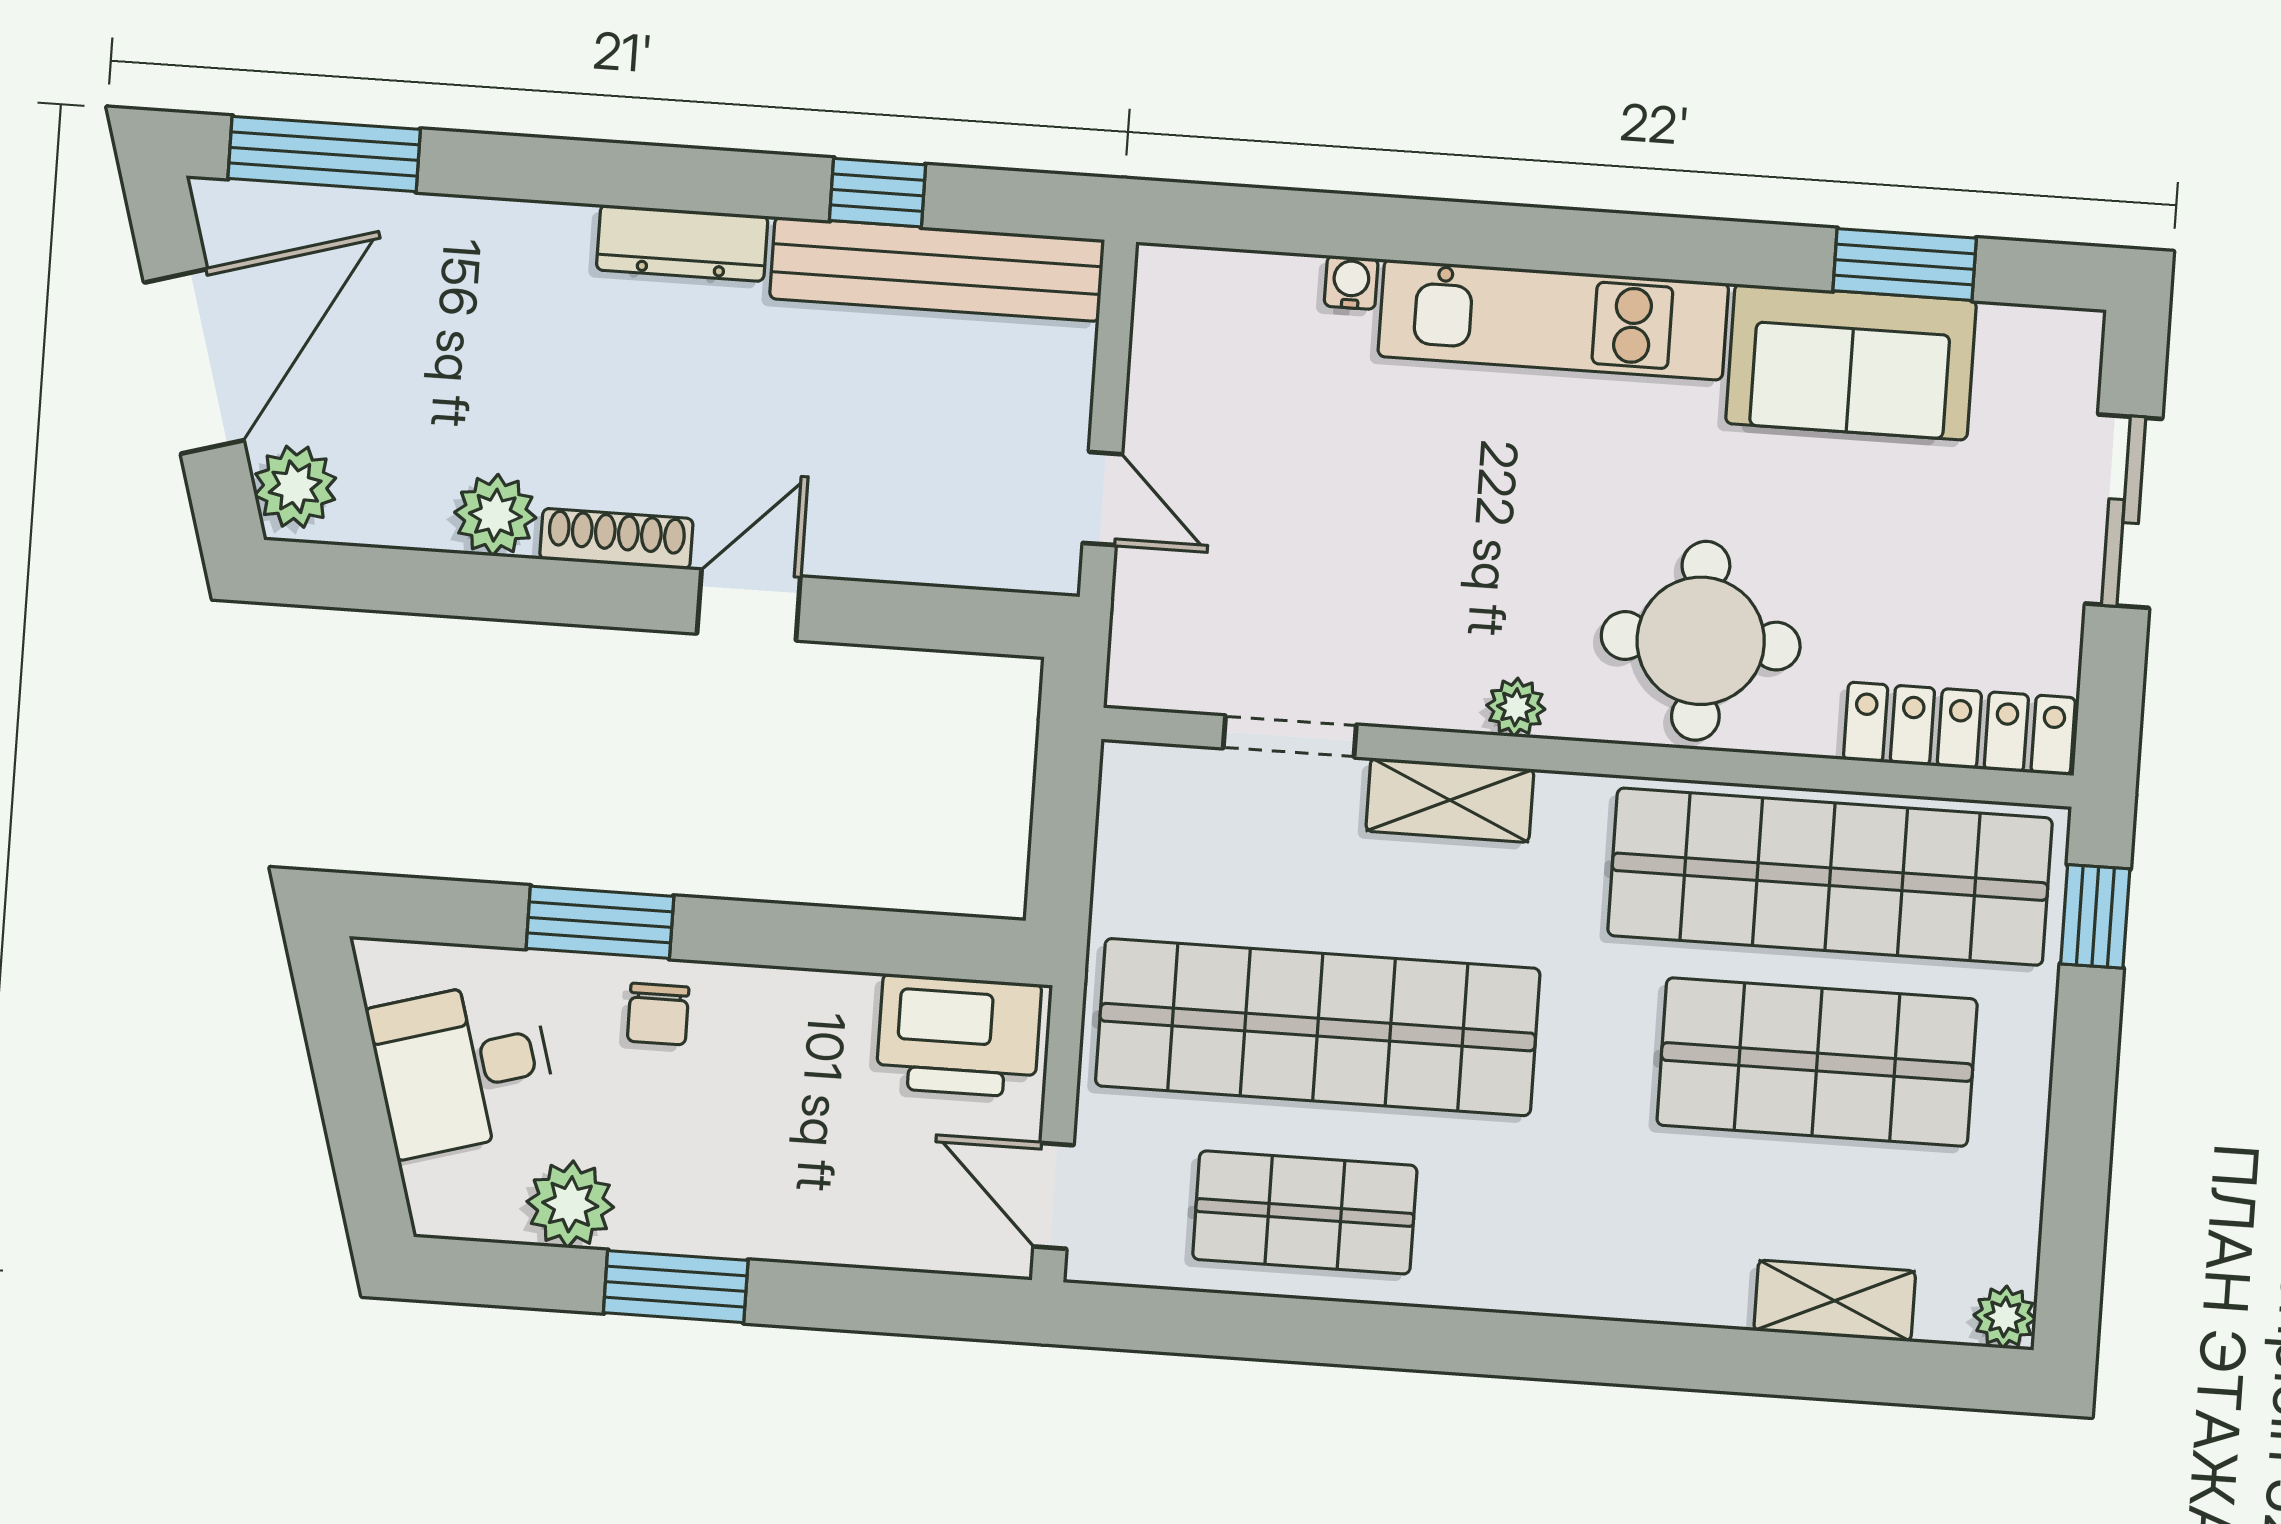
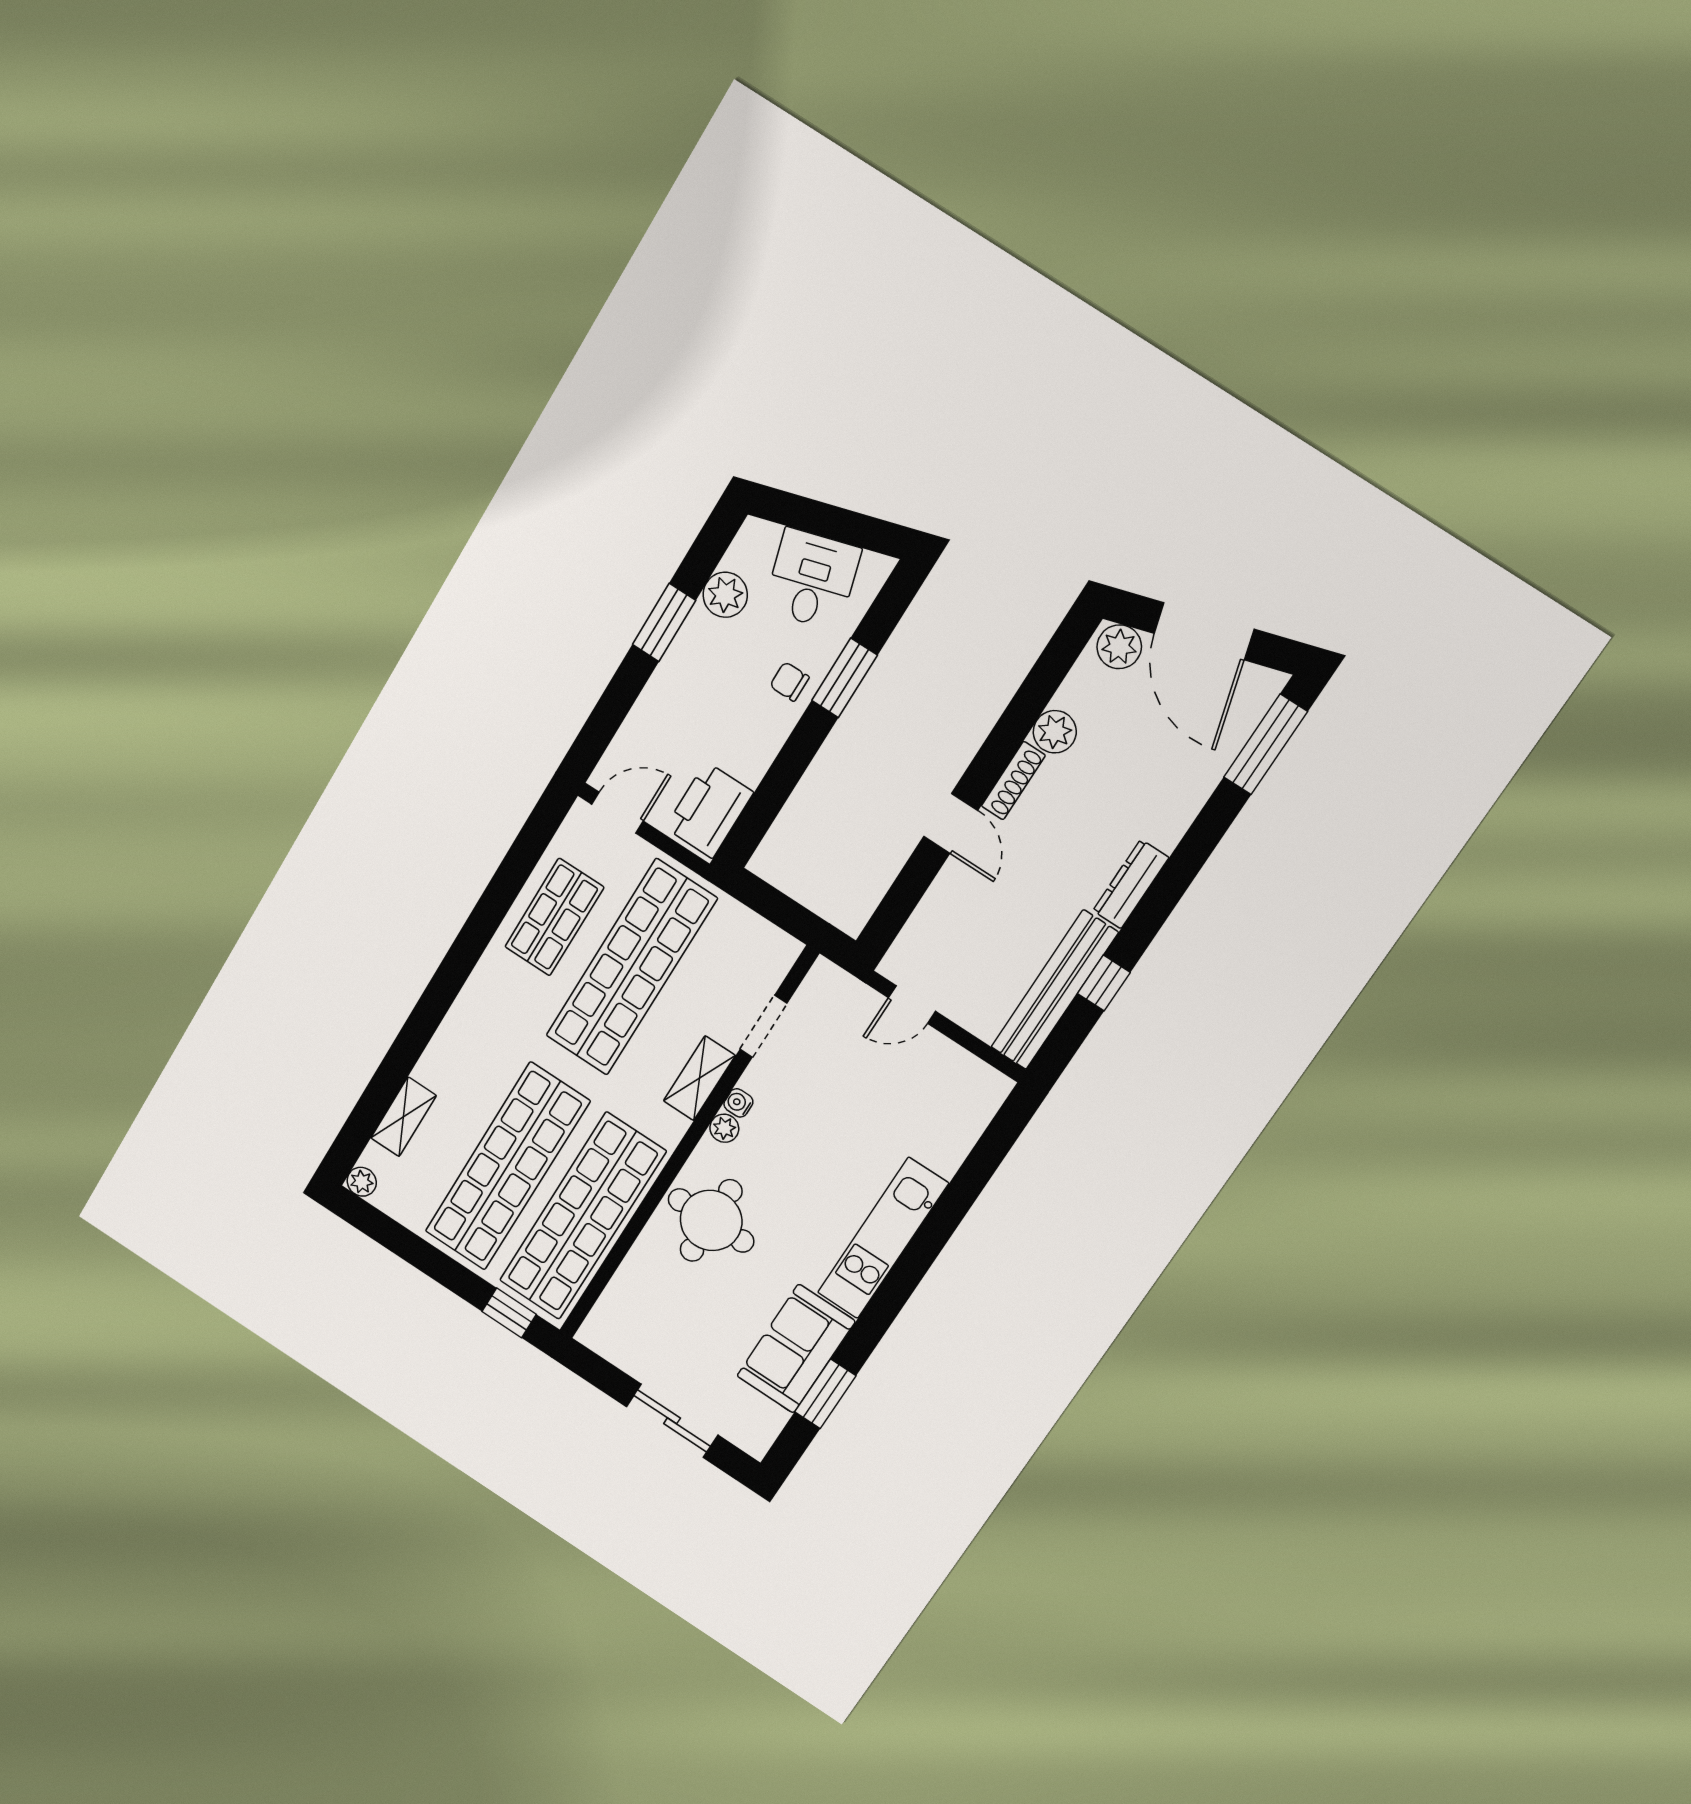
water cooler: (1351, 282) -> (738, 1103), moved, turned 180
locker: (1959, 729) -> (617, 1304), removed
shop shelf: (1817, 1062) -> (507, 1167), width x1.40

